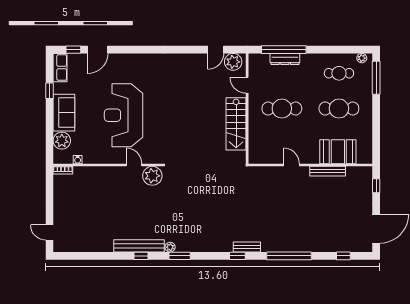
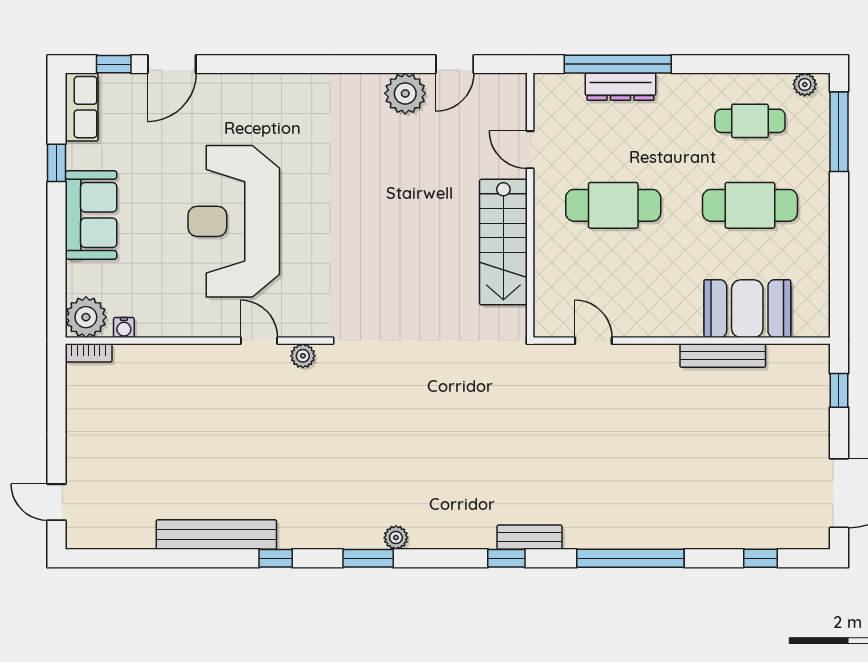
plant: (233, 62) -> (405, 93), moved
plant: (62, 141) -> (86, 317), moved
door: (291, 165) -> (593, 341), moved
plant: (152, 176) -> (303, 356), width x0.53, depth x0.53
bench: (139, 246) -> (216, 535), moved
plant: (170, 247) -> (396, 538), moved

